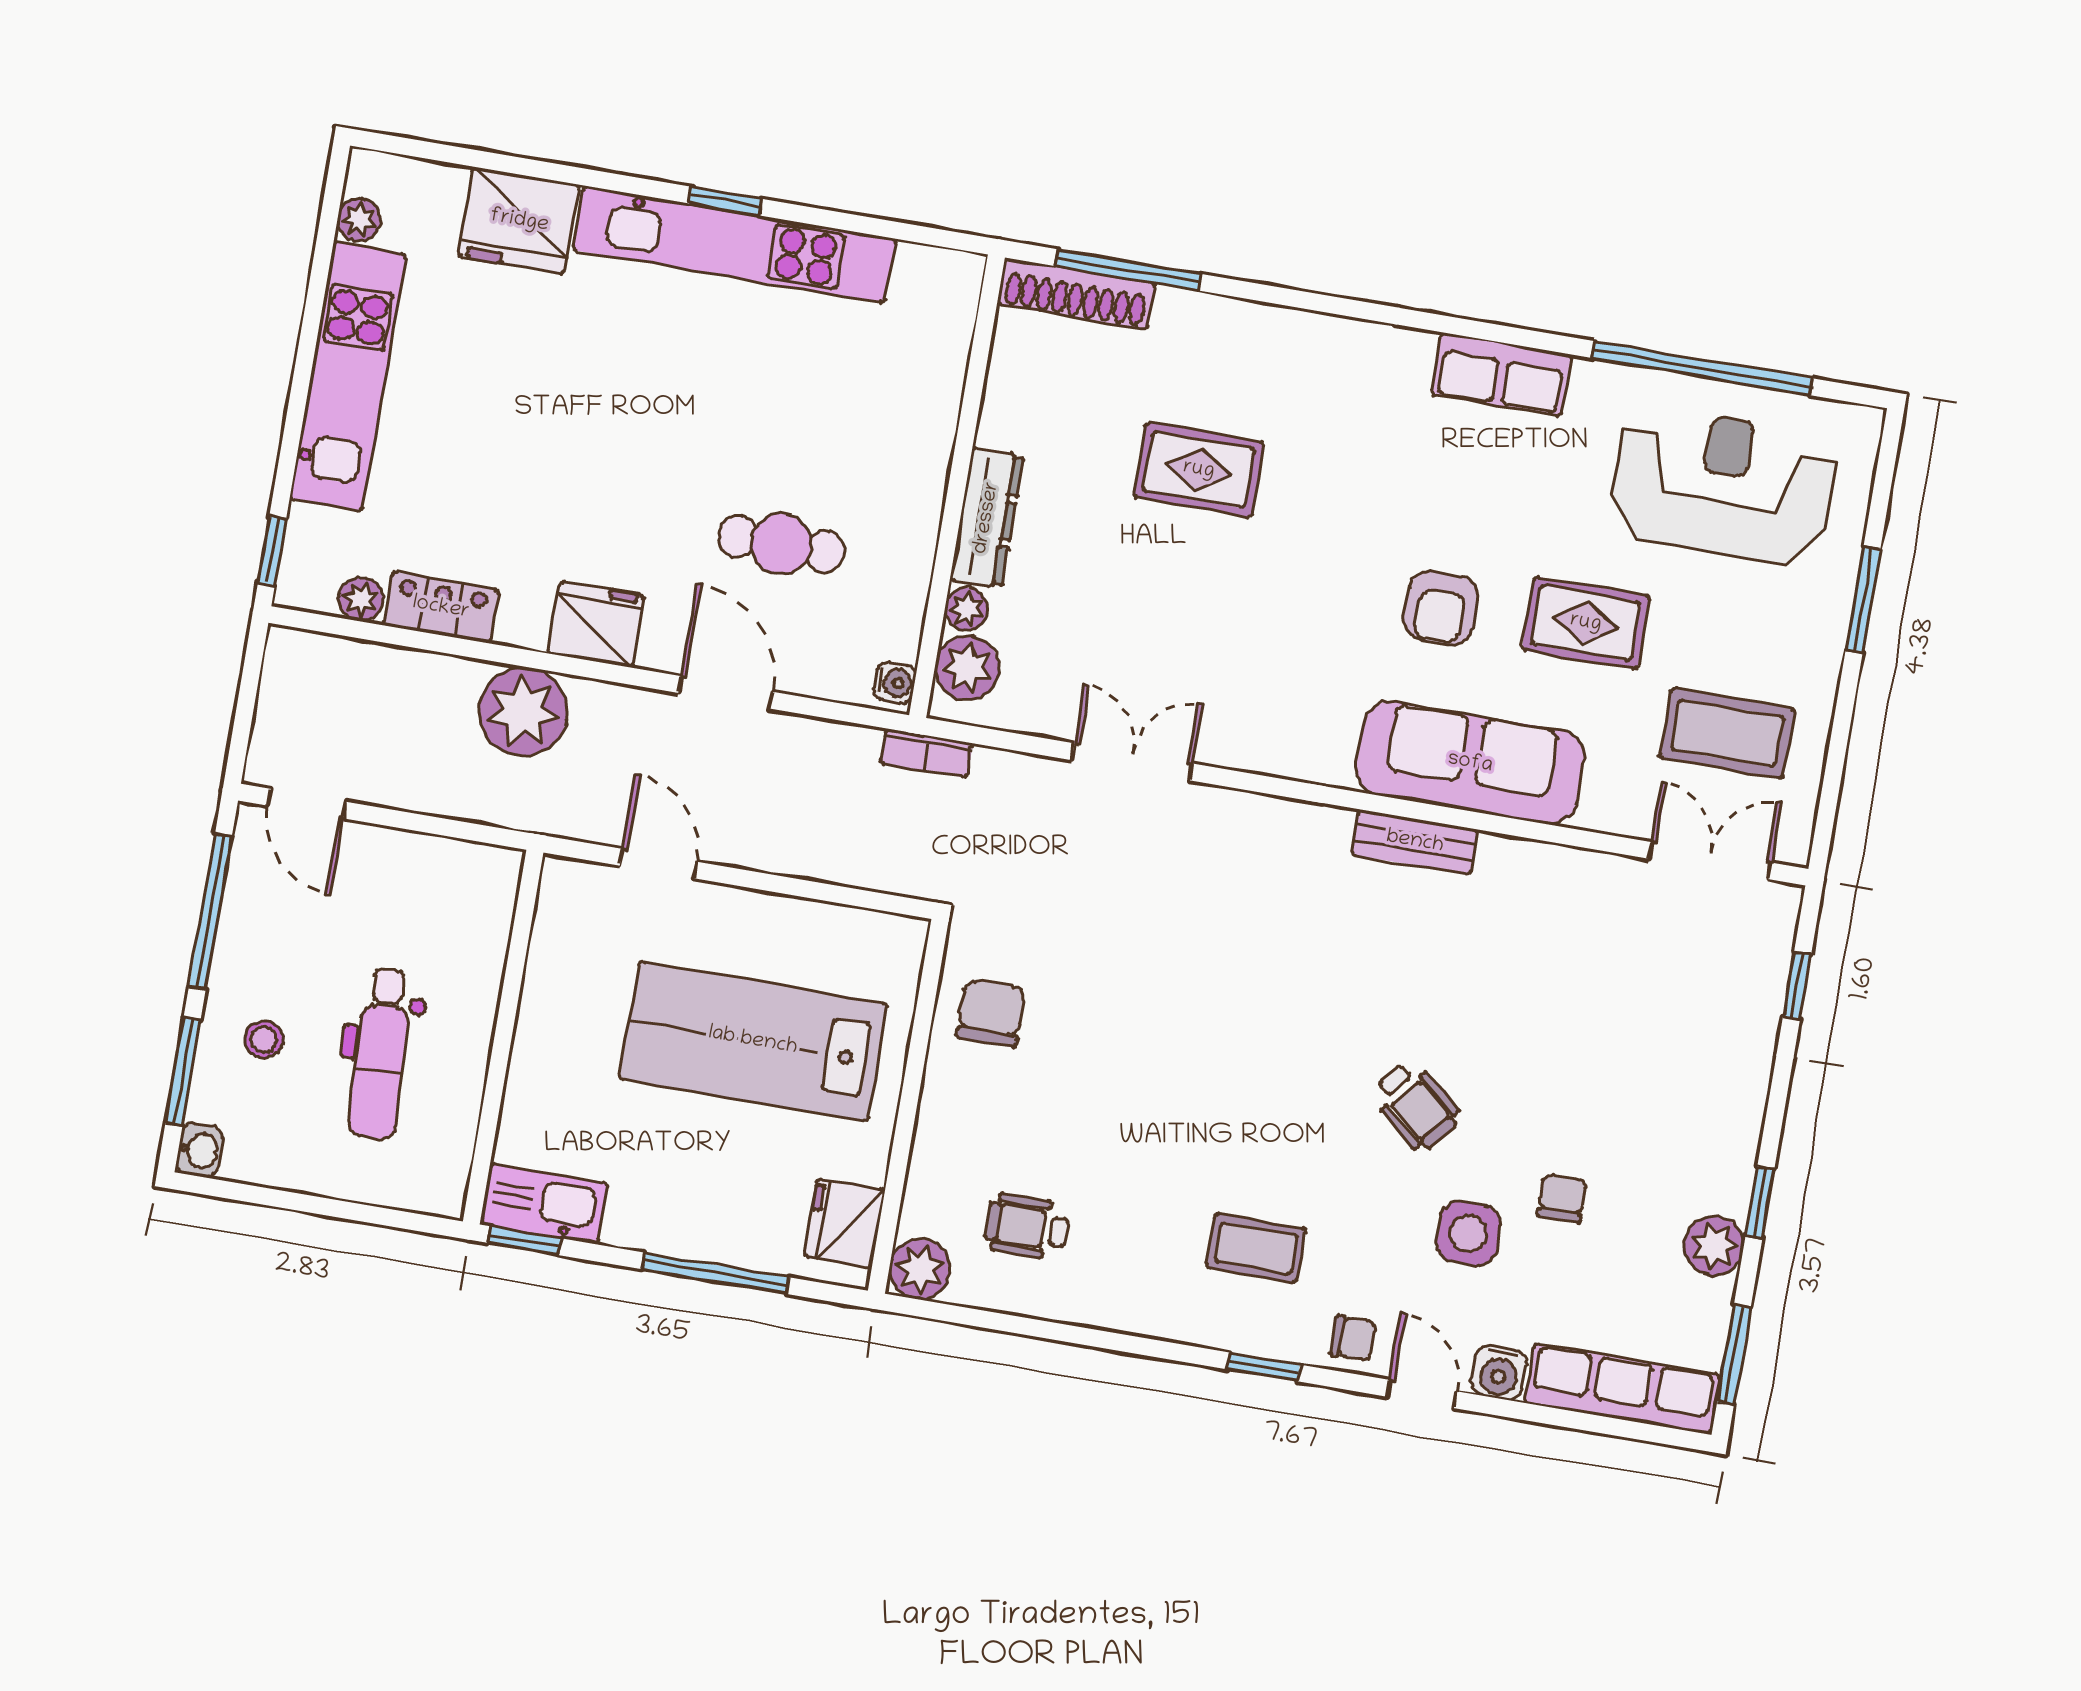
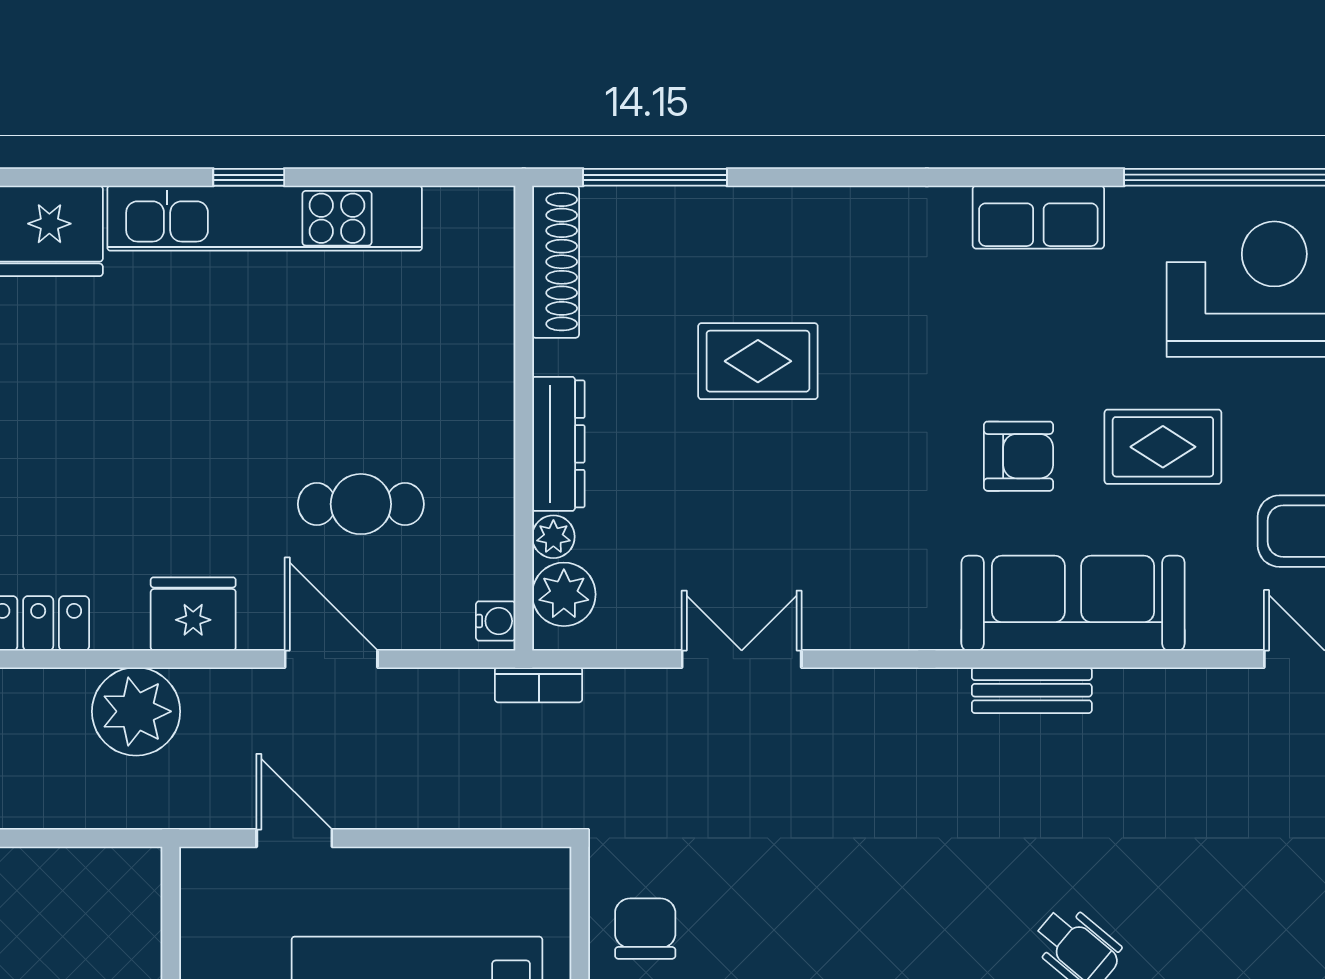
shoe rack: (1076, 294) -> (556, 262), moved, turned -90
armchair: (1441, 608) -> (1018, 456), turned -90

